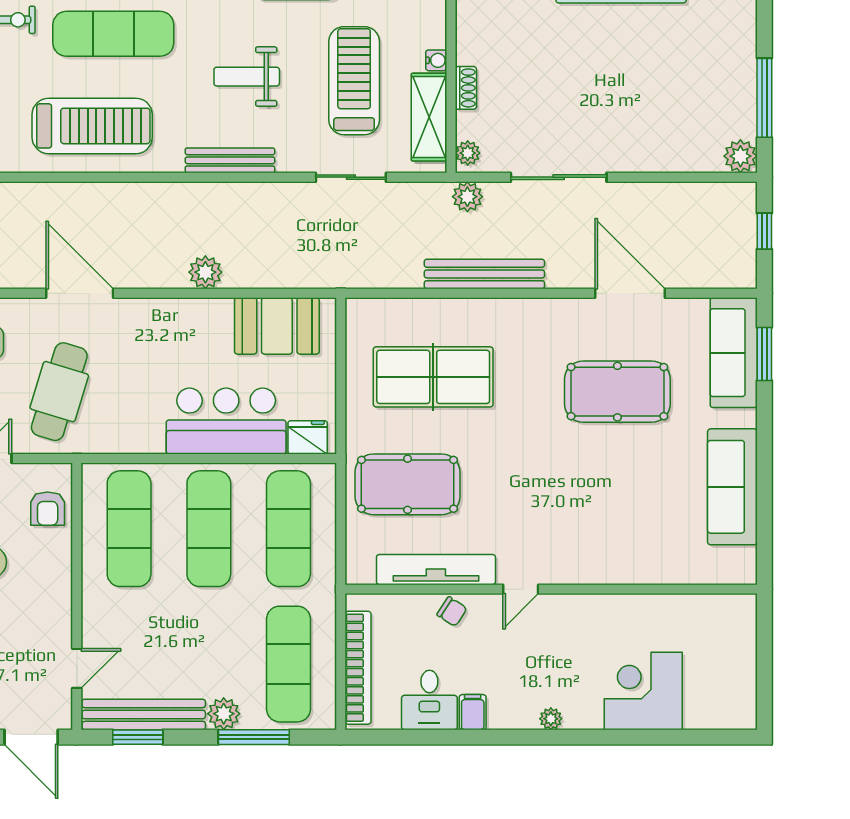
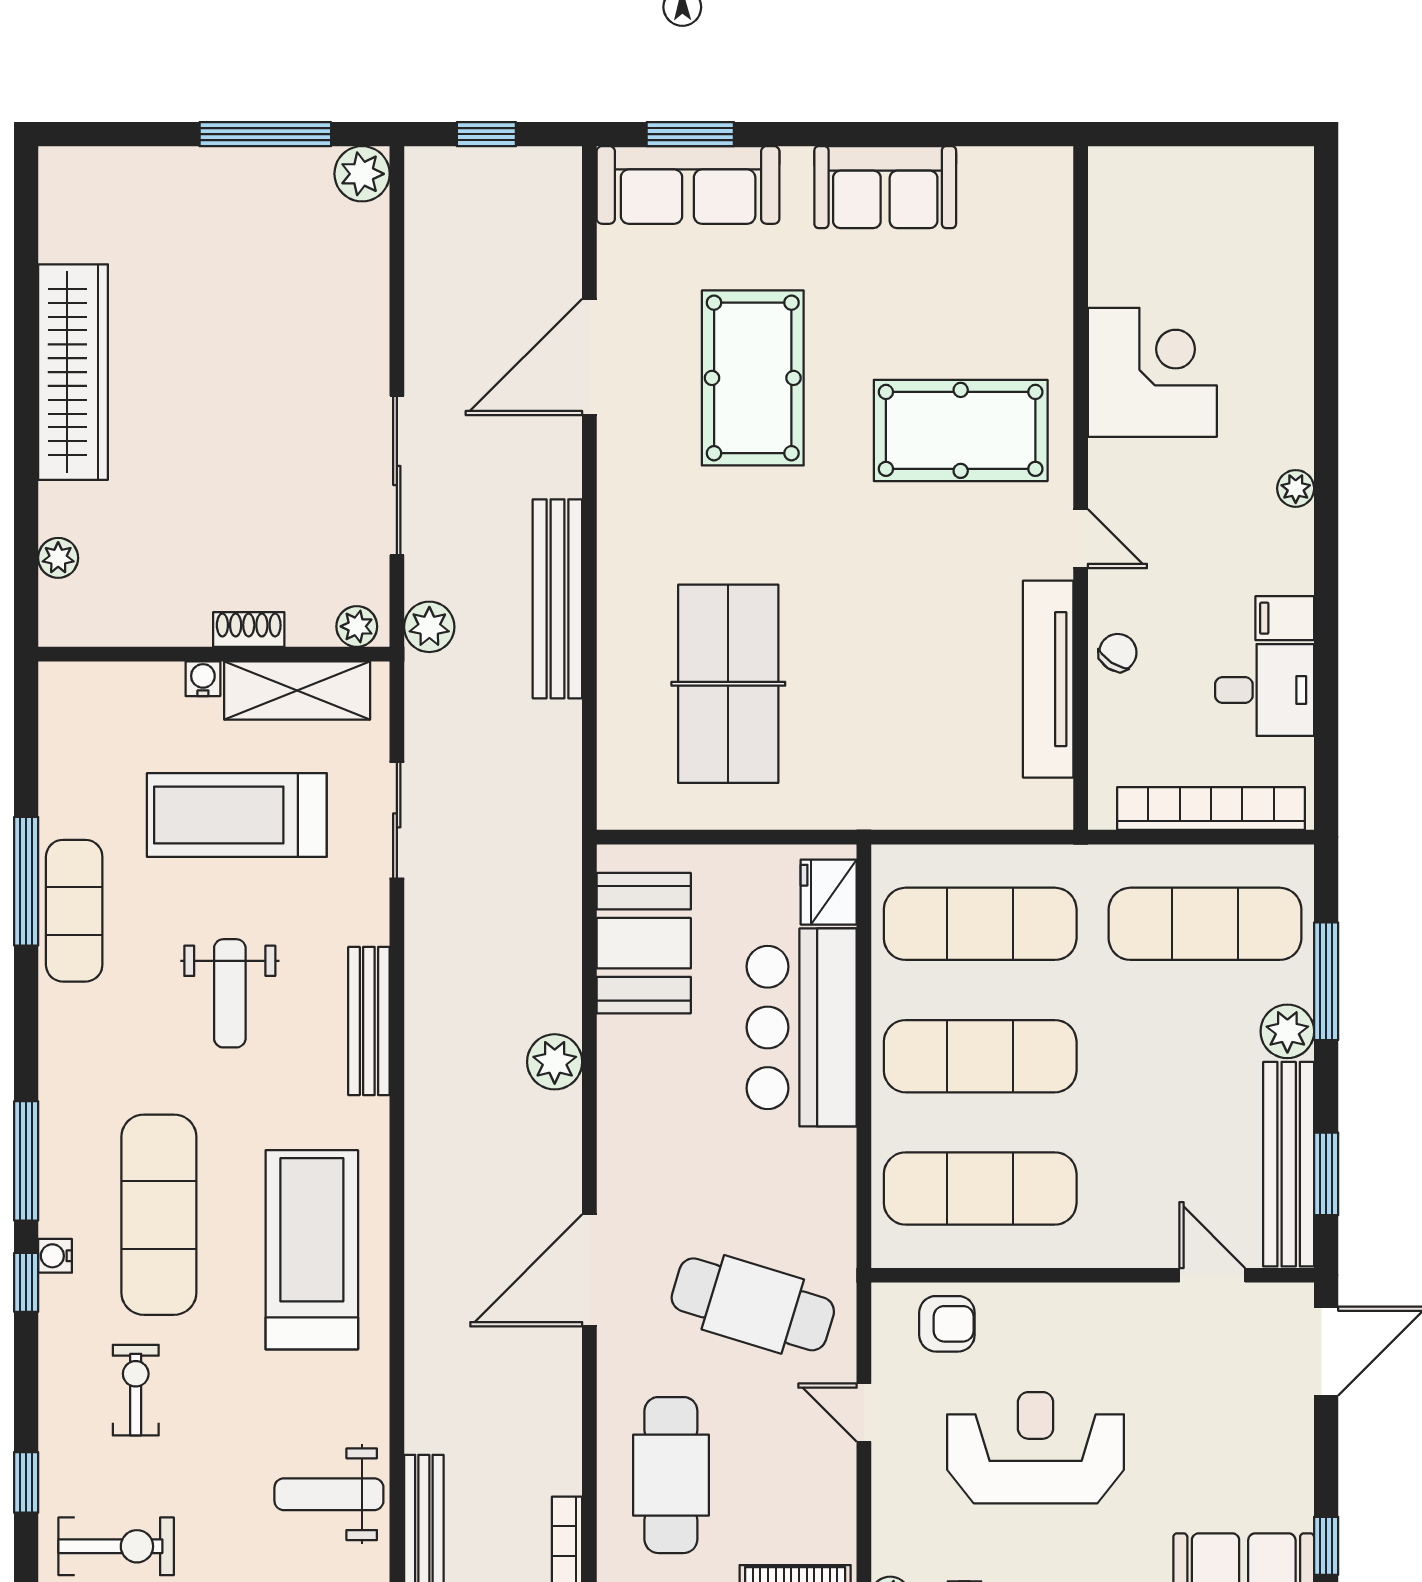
pool table: (408, 484) -> (961, 430), moved, turned 90
sofa: (732, 487) -> (885, 187), width x0.73
corner desk: (643, 691) -> (1152, 372), moved, turned 180

